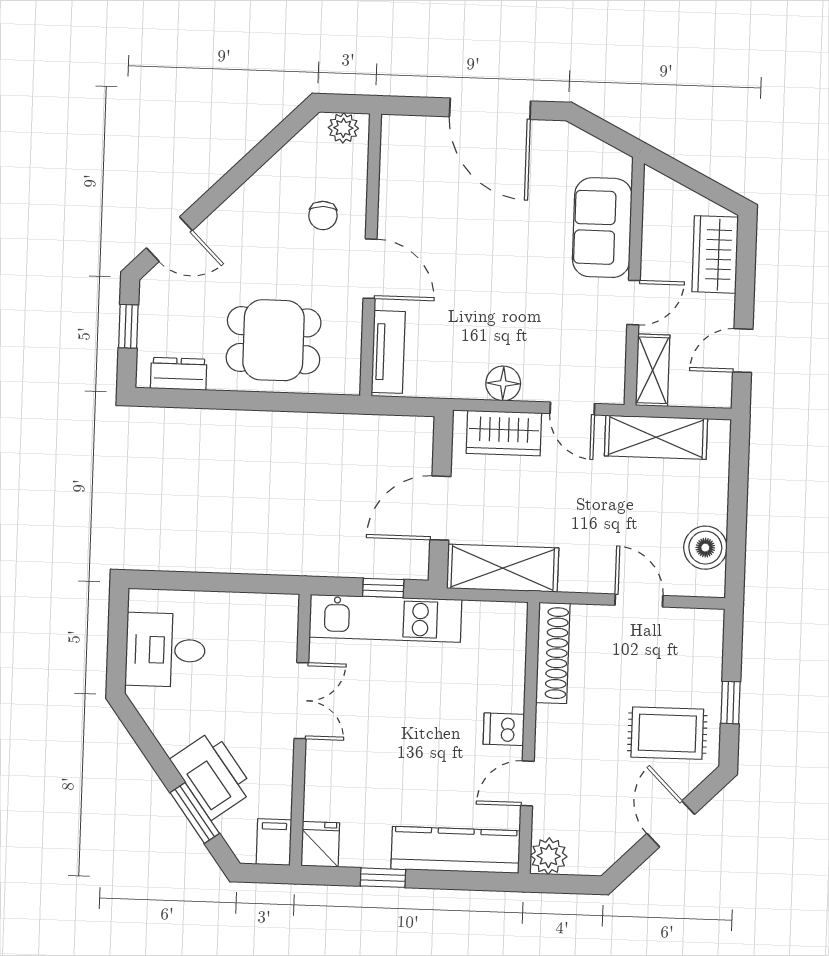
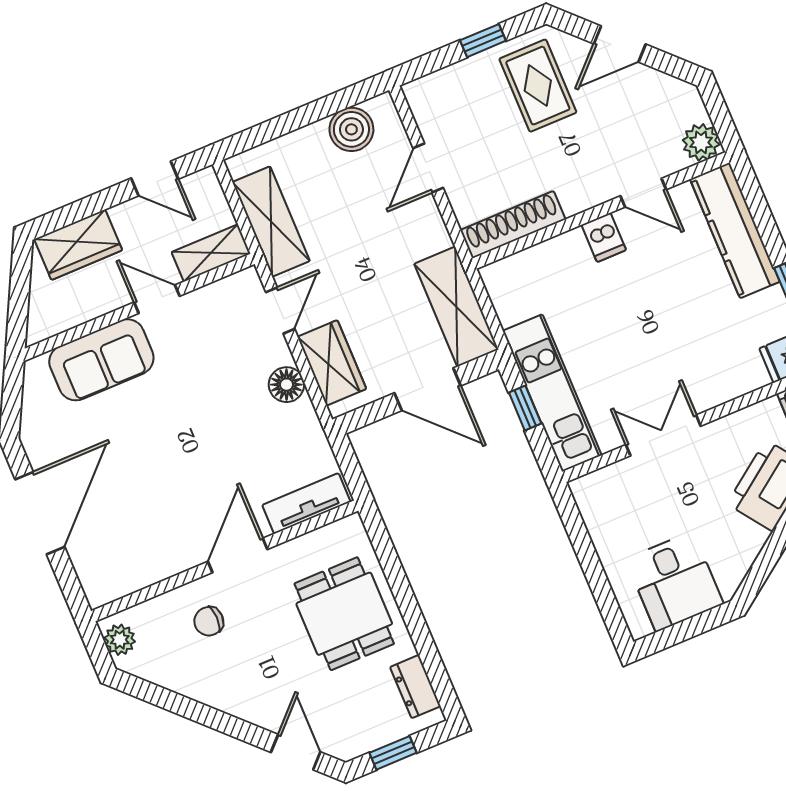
chair: (323, 215) -> (209, 621), turned 180

